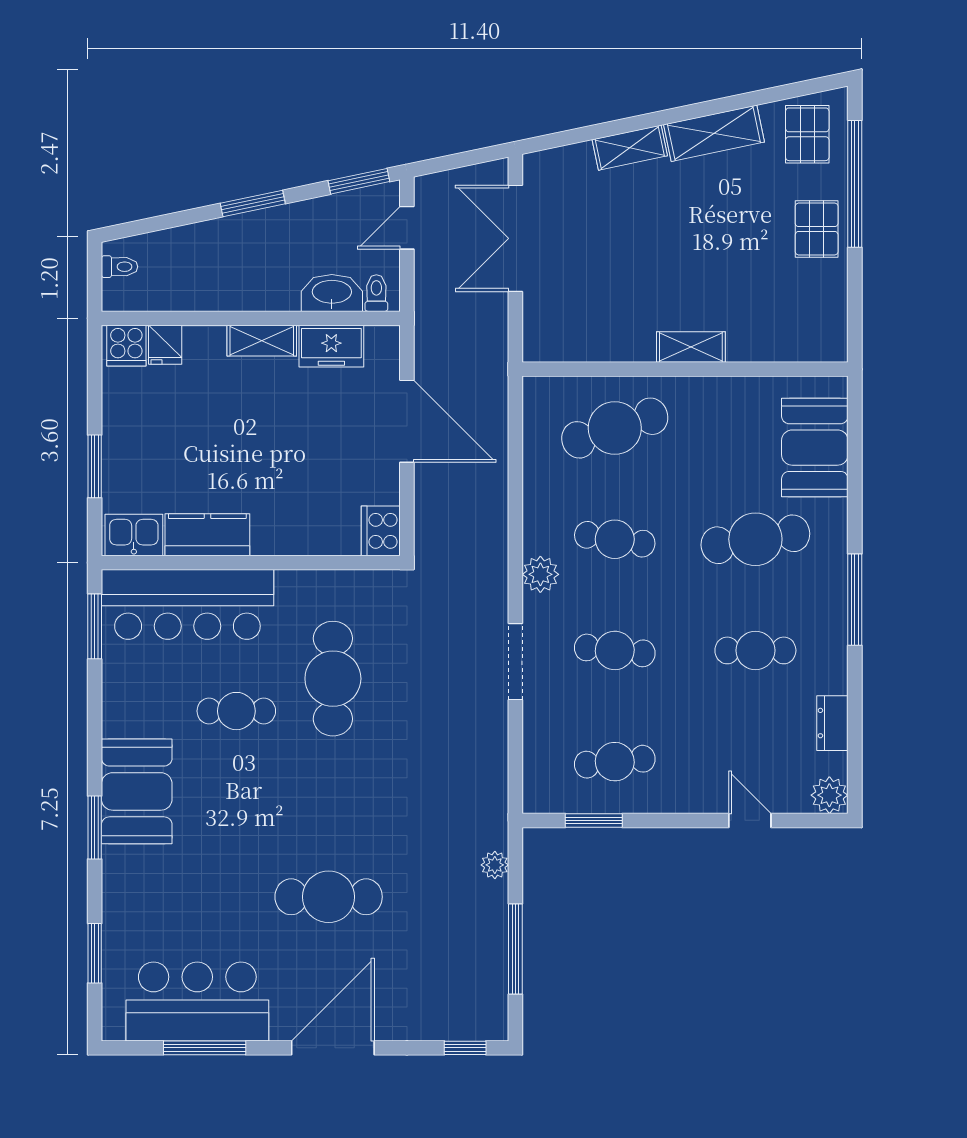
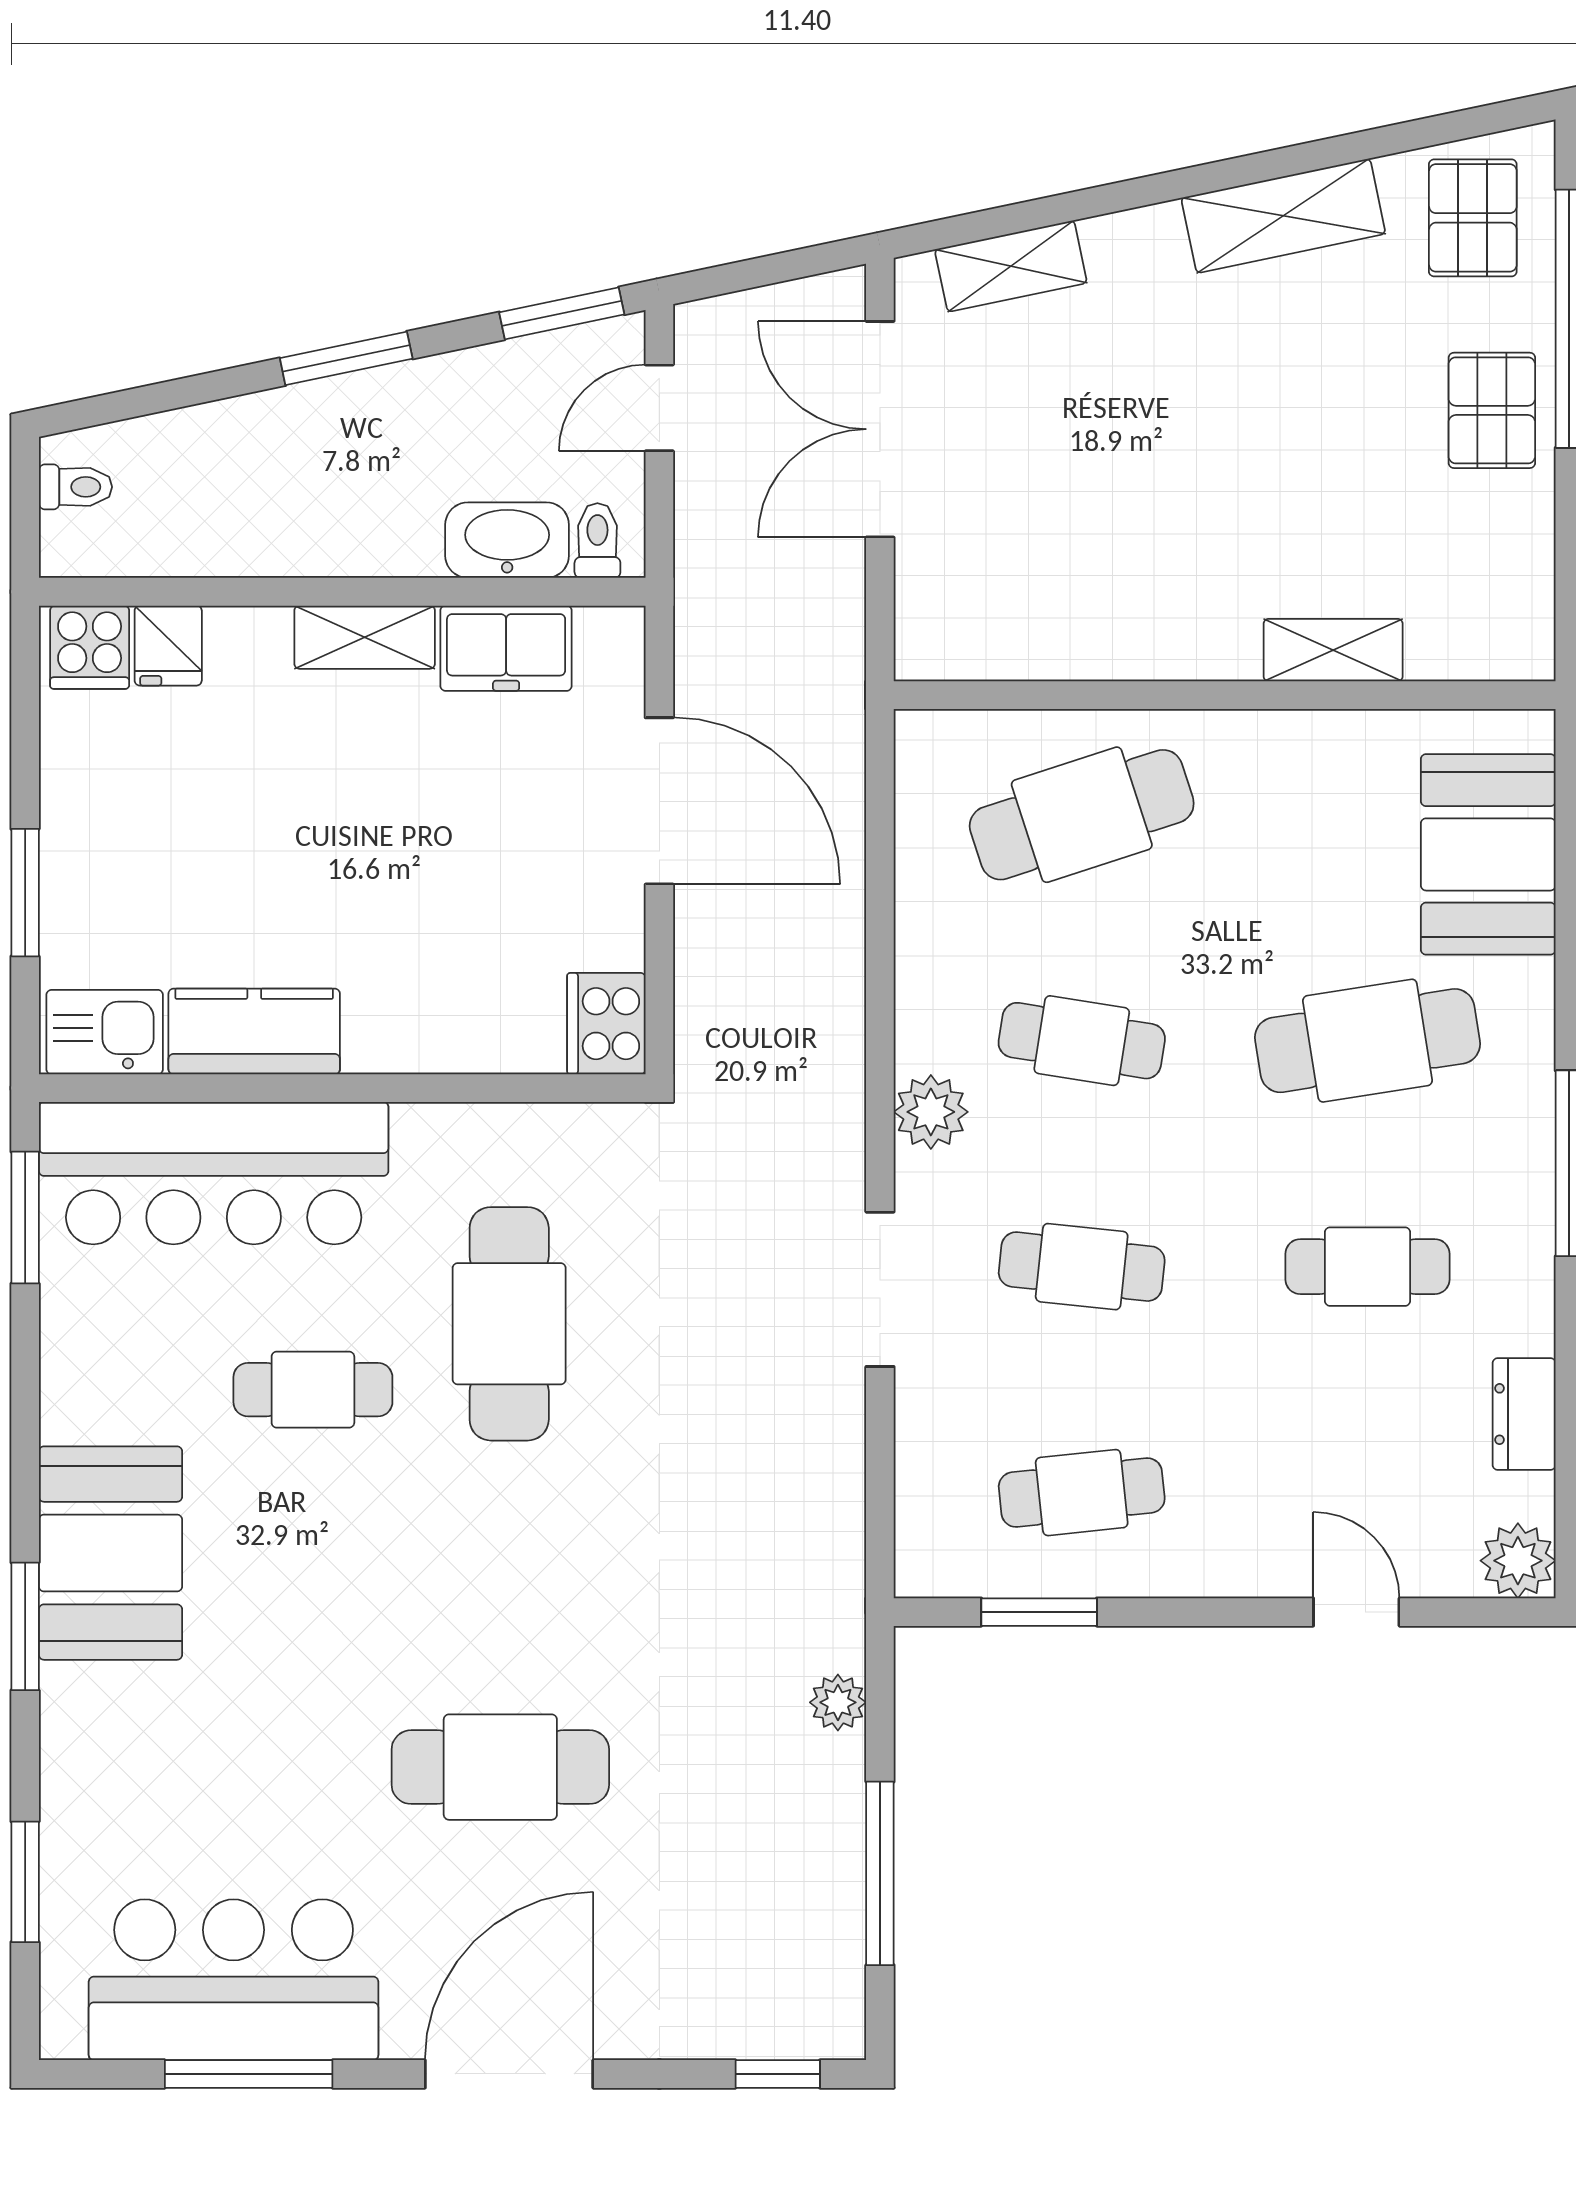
shelving: (630, 148) -> (1011, 266), moved
shelving: (691, 347) -> (1333, 650), moved

